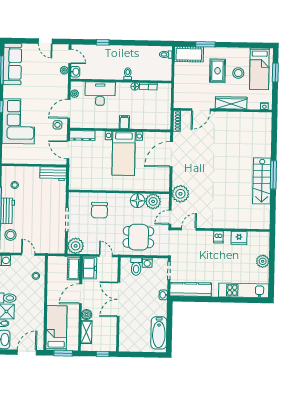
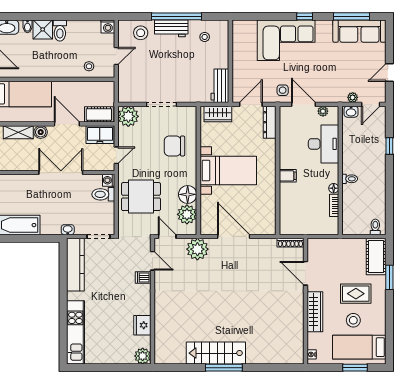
bed with nightstands: (124, 153) -> (228, 170), moved, turned 180
door: (171, 154) -> (234, 236), moved
wardrobe: (75, 176) -> (218, 114), added
dining table: (138, 237) -> (141, 197), turned 90
dishwasher: (218, 237) -> (143, 277), moved
plant: (263, 261) -> (143, 356), moved
washing machine: (147, 263) -> (109, 180), moved

